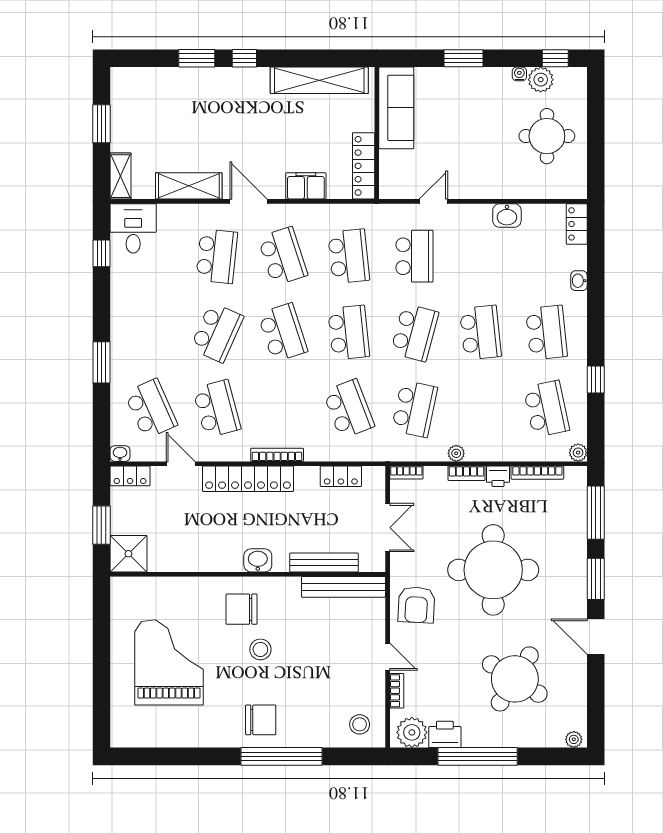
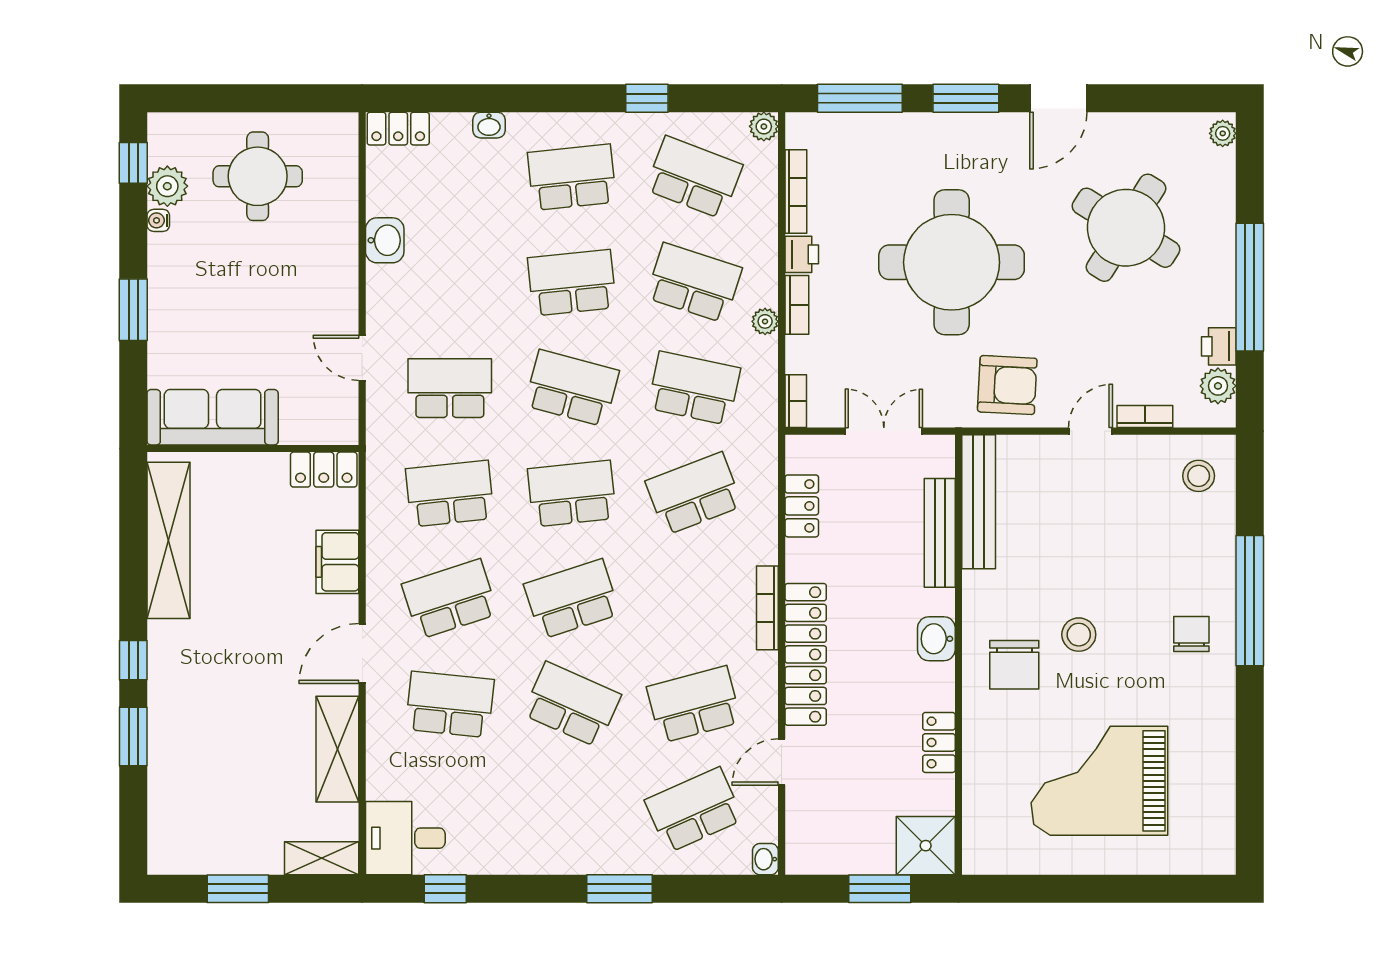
locker: (364, 166) -> (324, 470), width x0.66
school desk: (480, 409) -> (694, 283), added
school desk: (546, 409) -> (694, 177), turned 33
locker: (130, 476) -> (939, 742), moved, turned 180
chair: (261, 720) -> (1191, 634), width x0.73, depth x0.73
plant: (412, 732) -> (1218, 386), width x0.73, depth x0.73
printer: (445, 734) -> (1219, 346), width x0.73, depth x0.81

